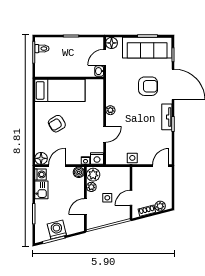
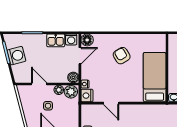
bed: (60, 90) -> (155, 77), moved, turned 180
plant: (110, 110) -> (135, 109), removed
door: (57, 166) -> (80, 56), hinge flipped

